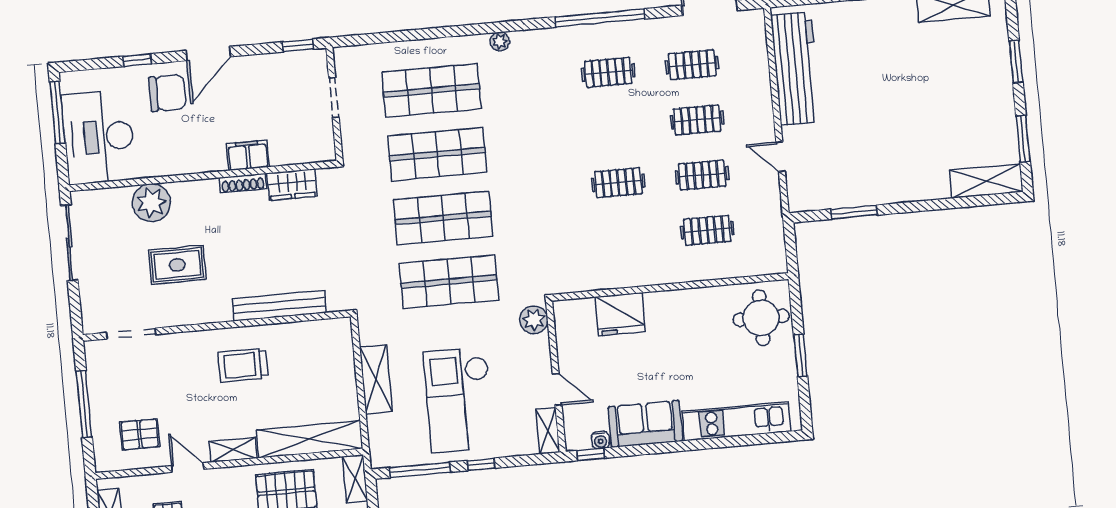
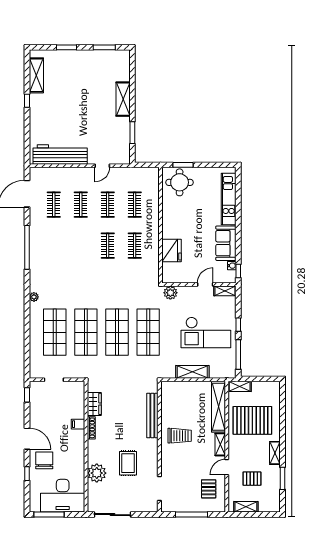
clothes rail: (608, 72) -> (135, 246), moved
filing cabinet: (248, 155) -> (78, 424), width x0.50
shelving: (986, 181) -> (123, 99), moved
window: (801, 356) -> (183, 165), moved
trolley: (243, 365) -> (180, 436), turned -90

